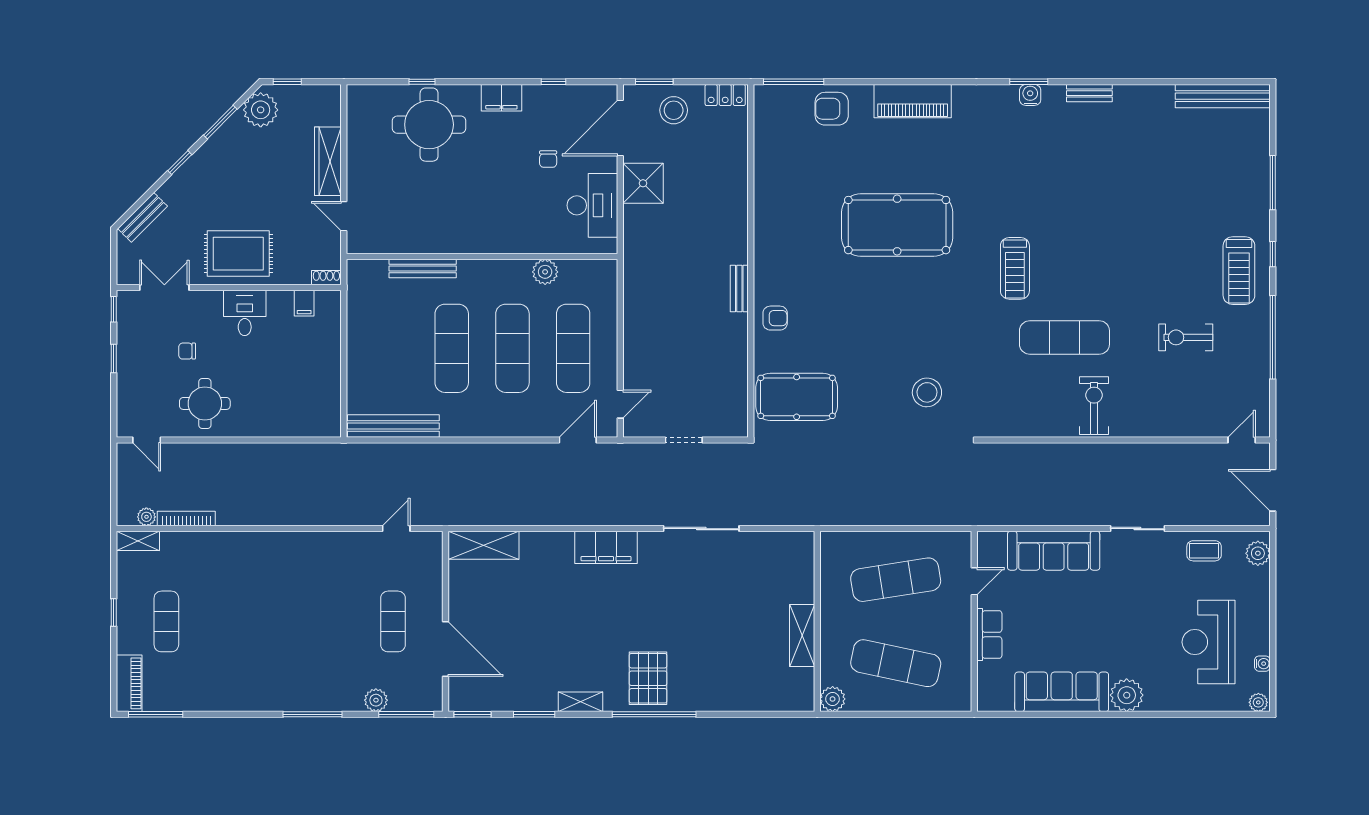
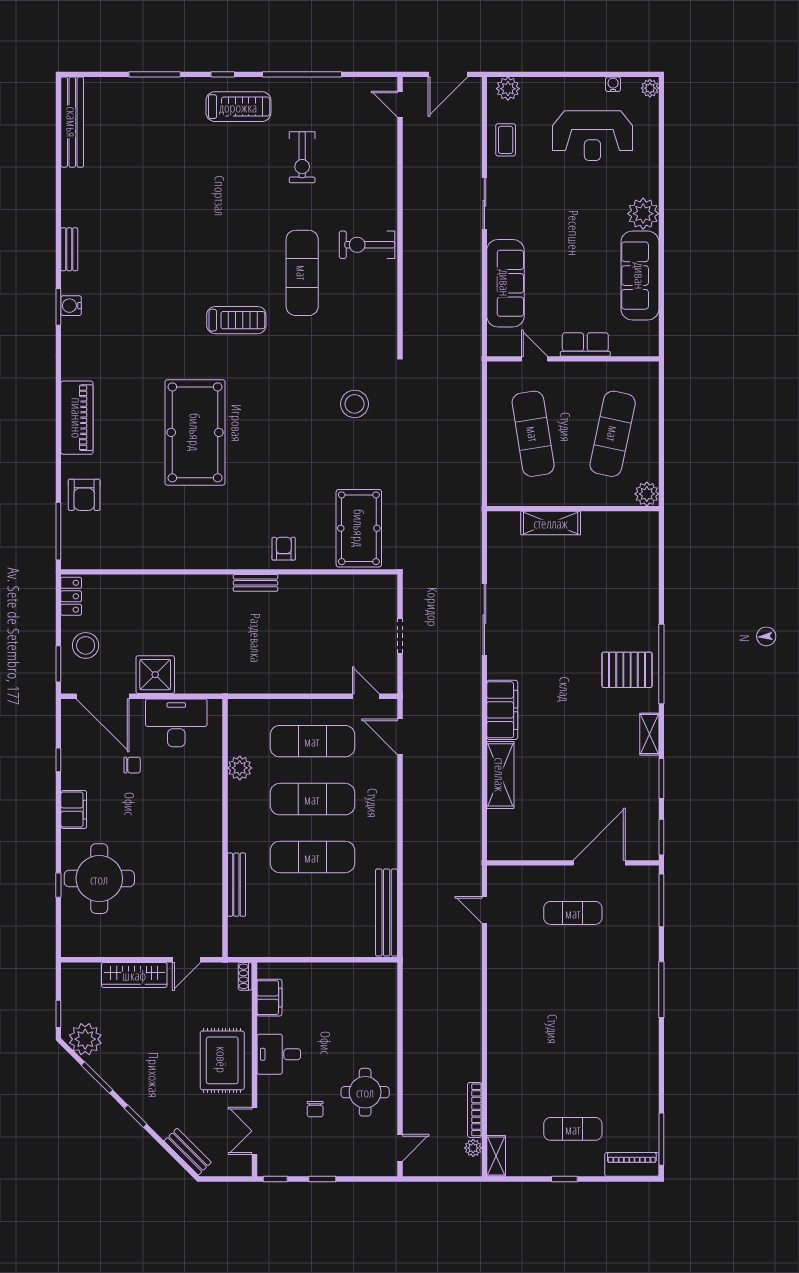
filing cabinet: (304, 303) -> (269, 998), width x2.00
shelving: (484, 545) -> (500, 775), moved
shelving: (802, 635) -> (551, 523), moved
plant: (376, 700) -> (648, 929), removed

